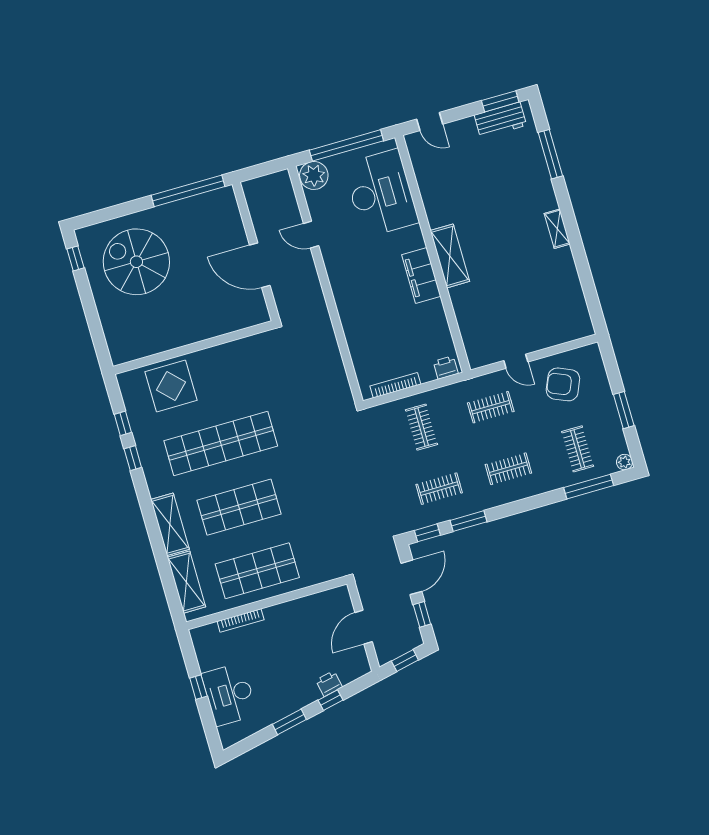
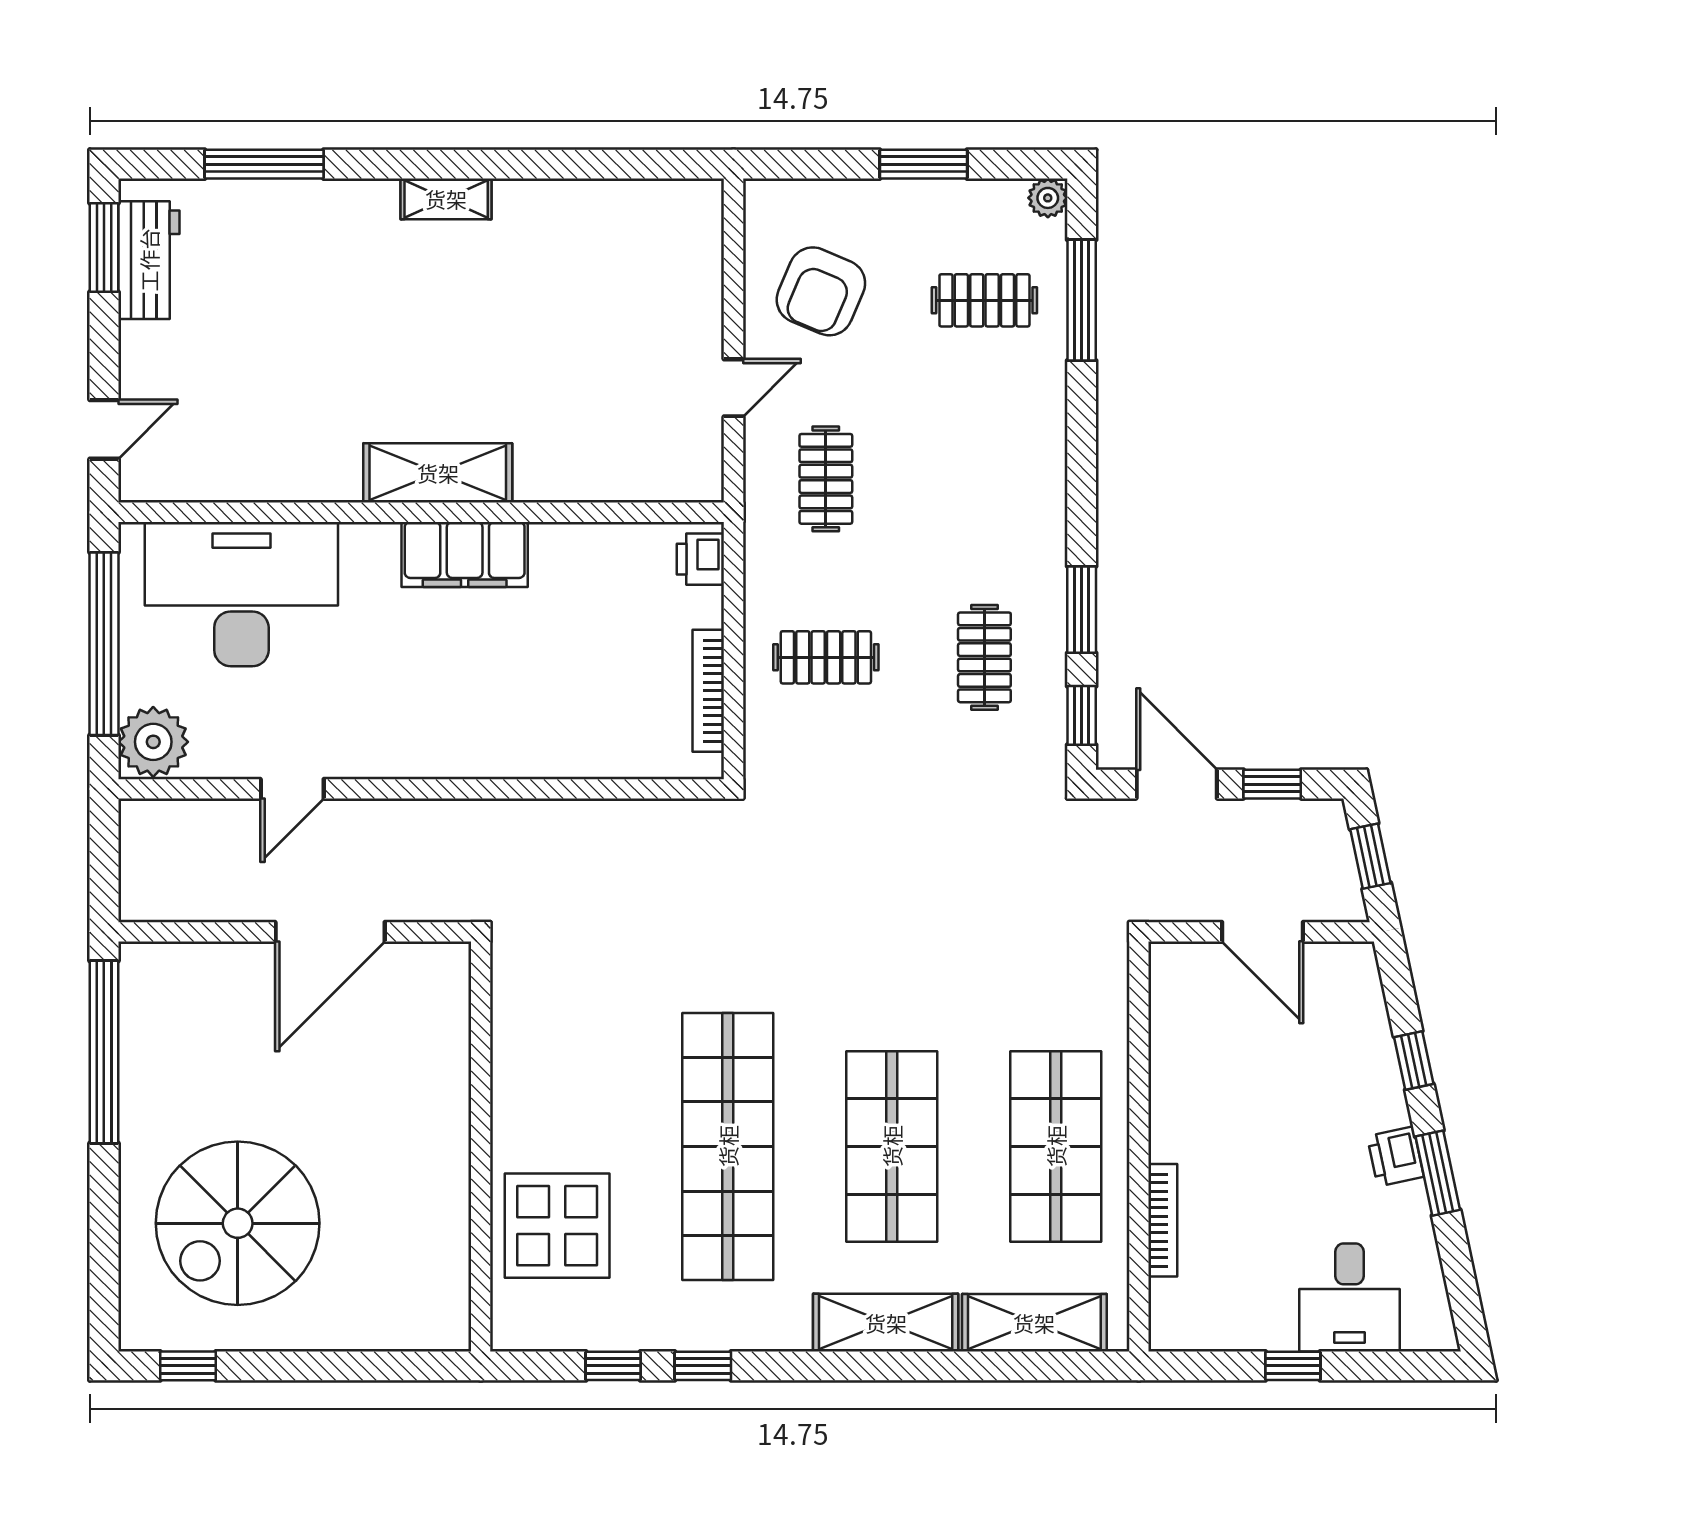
clothes rail: (508, 469) -> (984, 479), removed
printer: (329, 684) -> (1395, 1156), moved
desk: (229, 694) -> (1349, 1297), width x0.73

